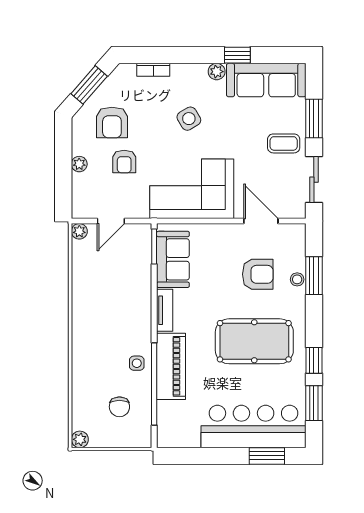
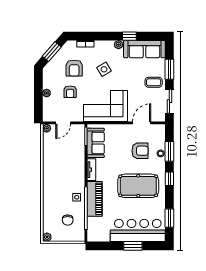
armchair: (112, 122) -> (74, 68), moved
door: (261, 221) -> (142, 123), hinge flipped
window: (314, 360) -> (169, 179), moved
window: (267, 456) -> (133, 246), moved

